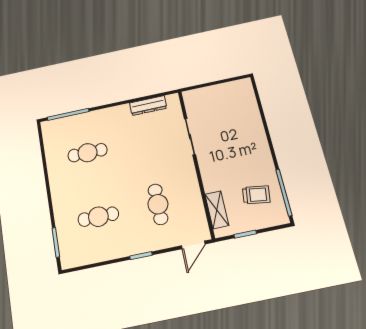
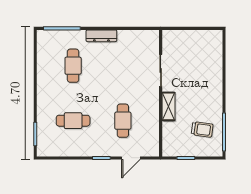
dresser: (148, 106) -> (101, 36), moved
cafe table: (88, 153) -> (73, 66), turned 90
shelving: (217, 210) -> (168, 106), moved
door: (193, 245) -> (131, 158), moved

